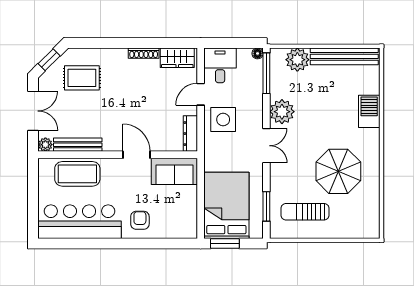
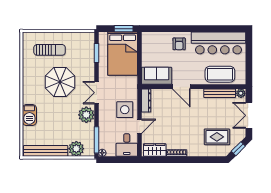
parasol: (338, 171) -> (60, 82), moved
sun lounger: (305, 212) -> (50, 50), moved

